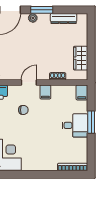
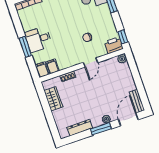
filing cabinet: (45, 92) -> (53, 66), moved

